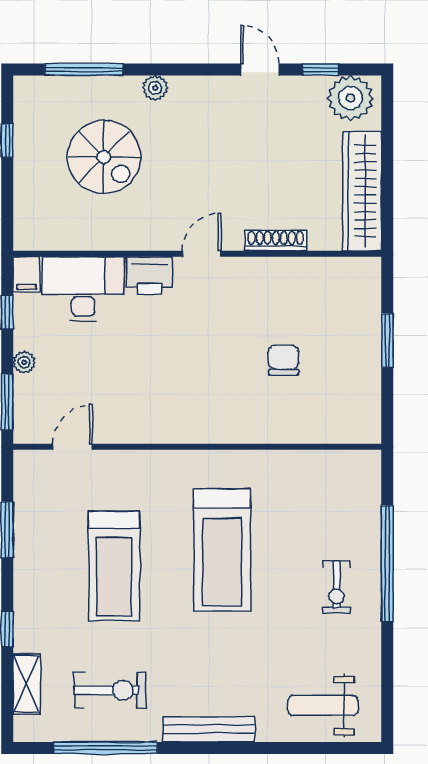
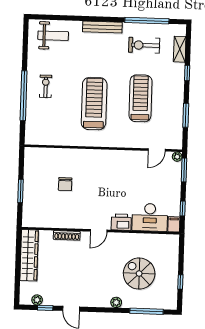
plant: (351, 98) -> (37, 300), width x0.53, depth x0.53
plant: (24, 362) -> (177, 157), moved

